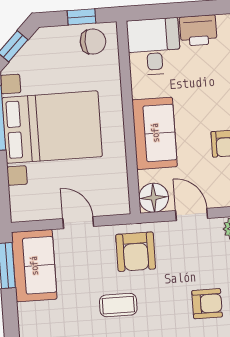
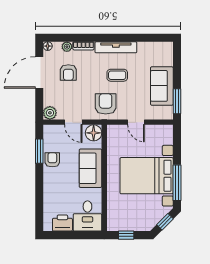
chair: (93, 42) -> (121, 221), removed
sofa: (34, 266) -> (162, 86), moved
armchair: (207, 304) -> (68, 72), turned -90

